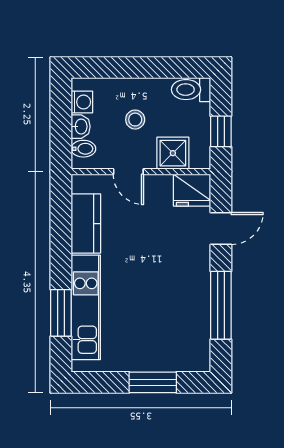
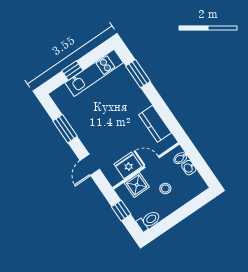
washing machine: (82, 102) -> (196, 180), removed
fridge: (192, 190) -> (128, 165), moved
window: (221, 305) -> (65, 129), width x0.69
kitchen unit: (86, 307) -> (94, 73), moved, turned -90
window: (153, 382) -> (72, 70), width x0.67

